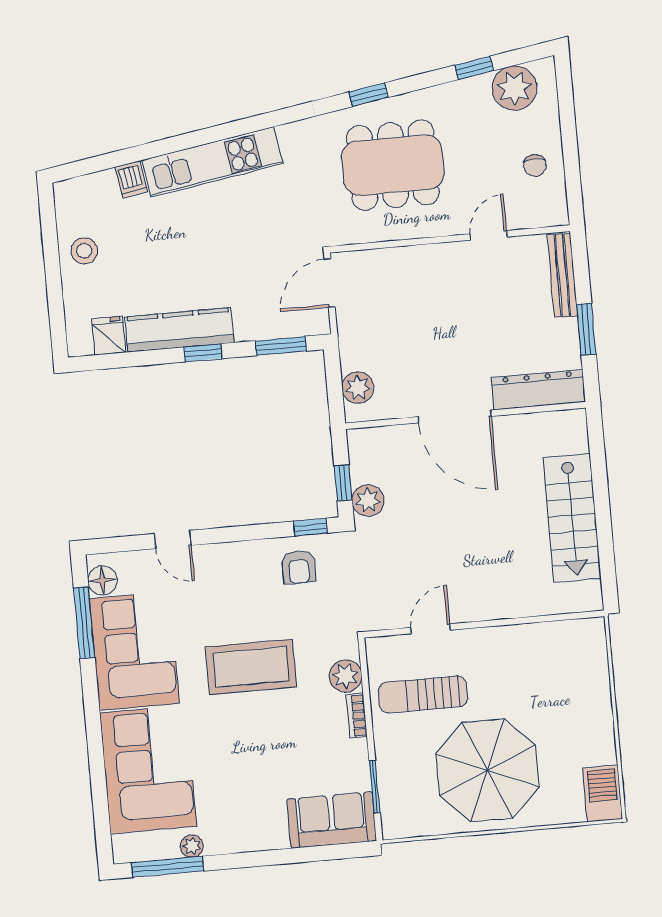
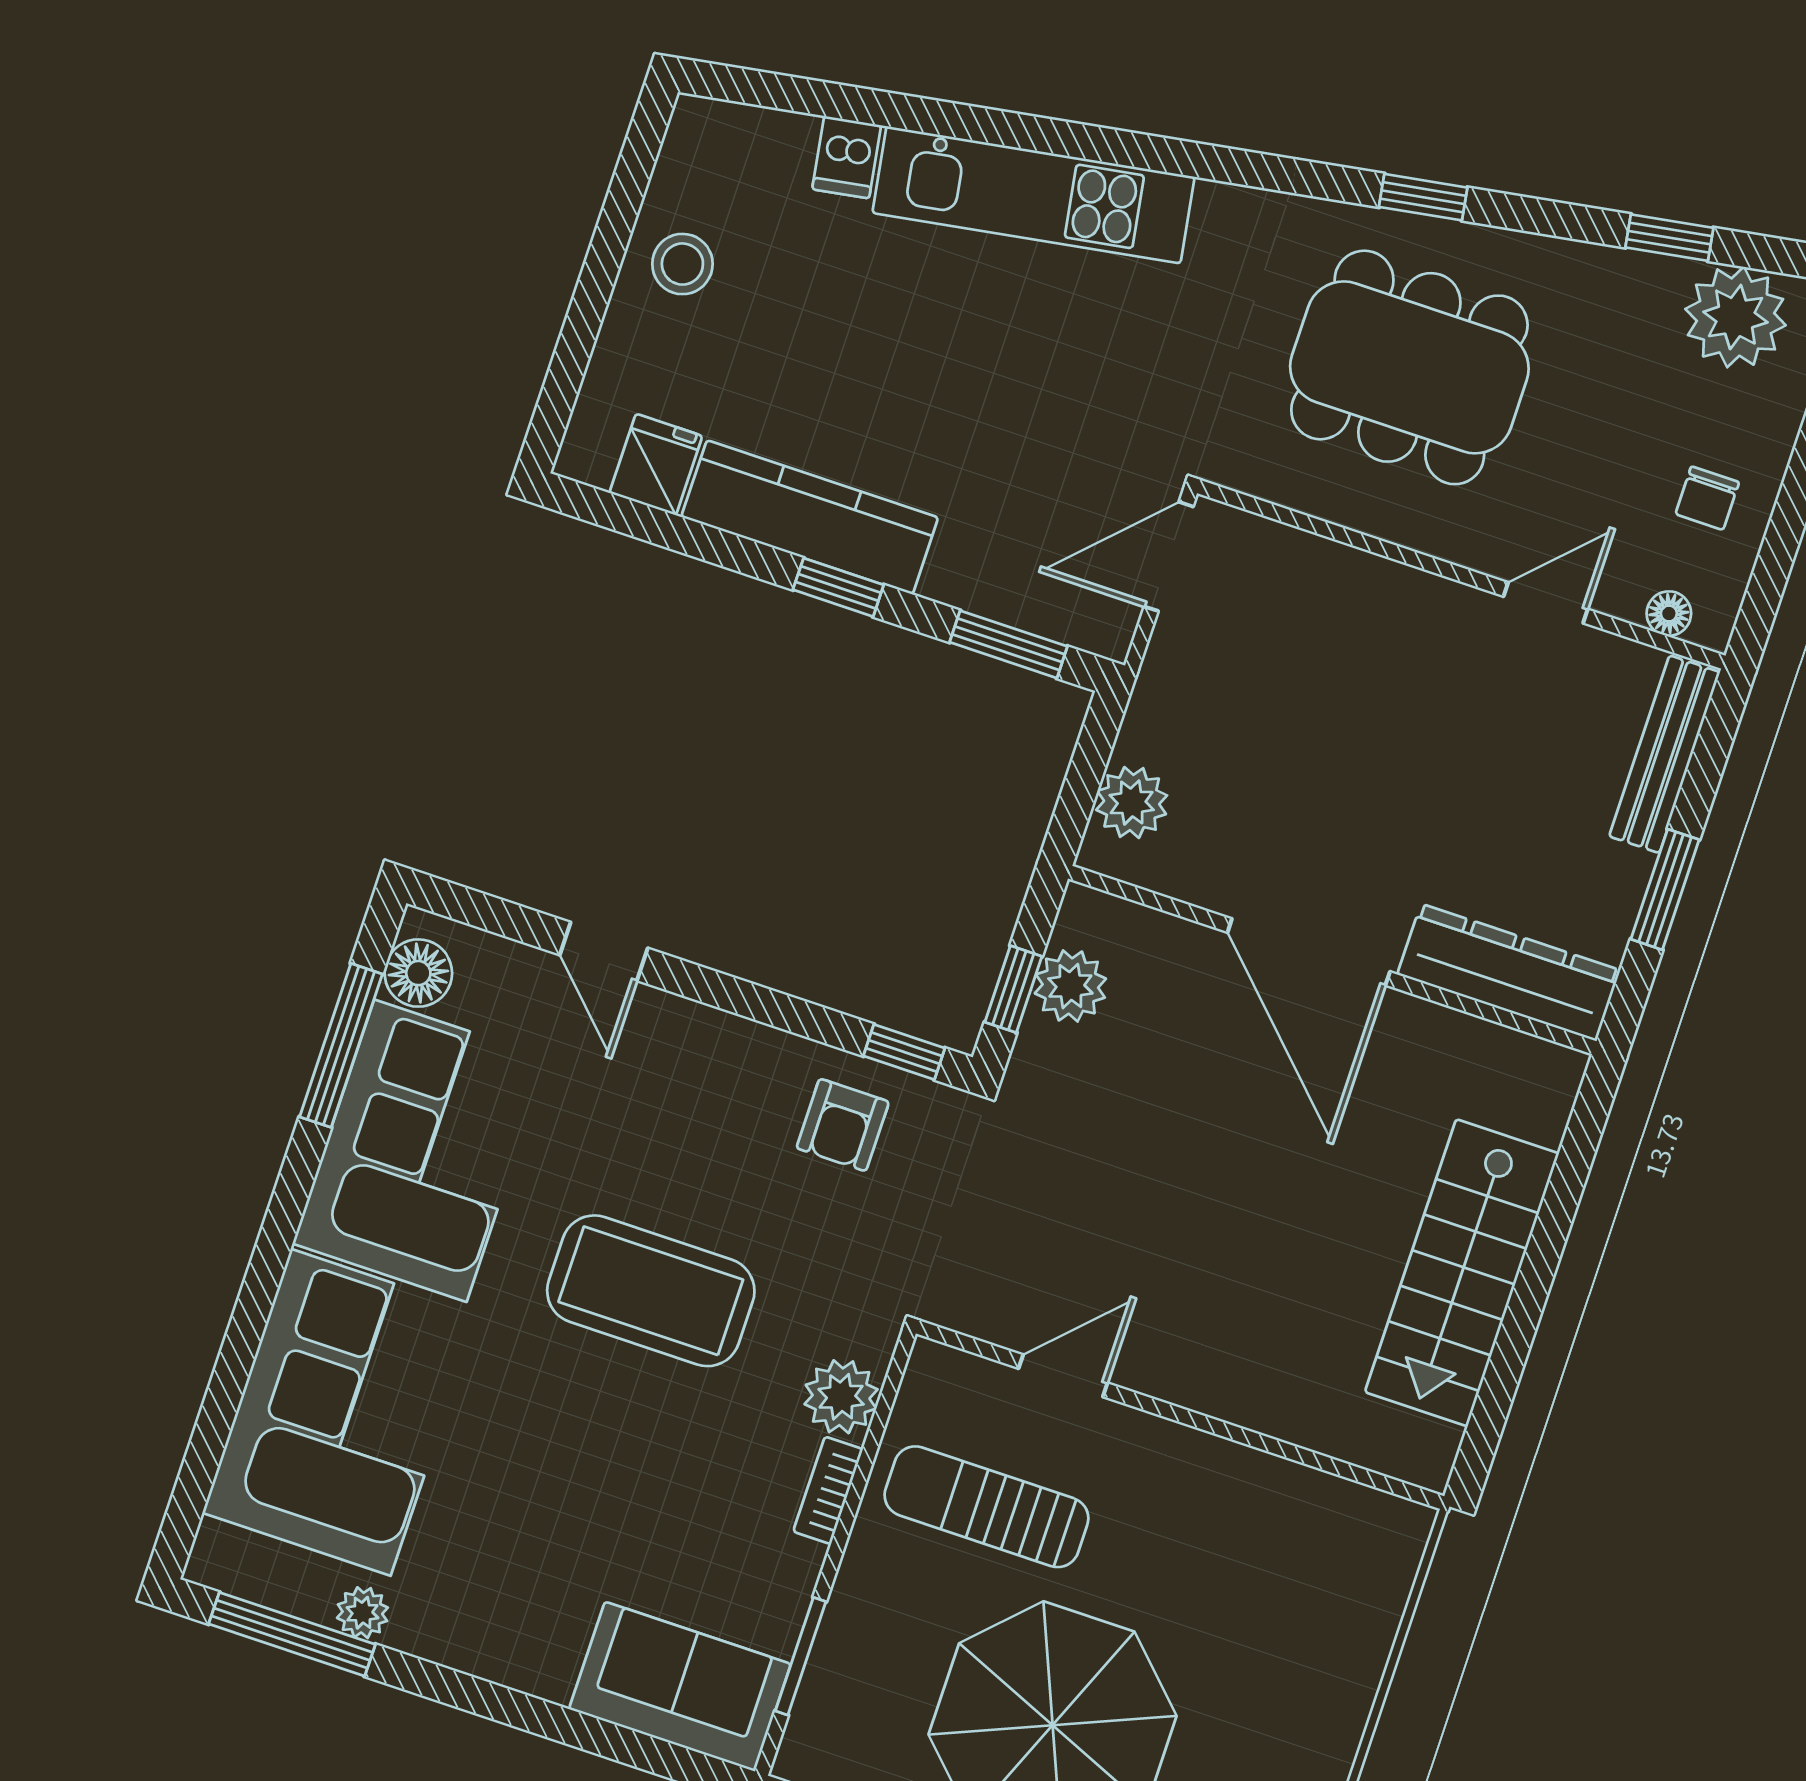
floor lamp: (540, 218) -> (1669, 614), added
plant: (368, 500) -> (1070, 986), moved

